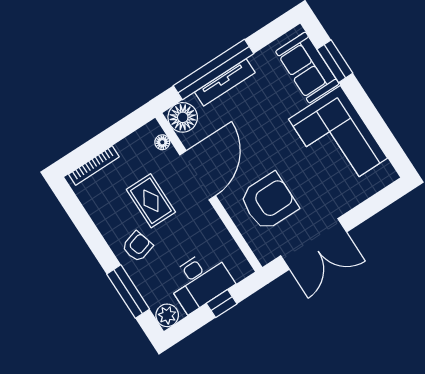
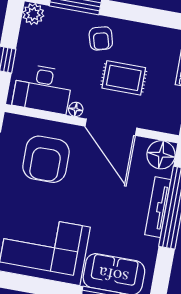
floor lamp: (162, 142) -> (76, 109), moved
desk: (200, 281) -> (43, 89), moved, turned -90

